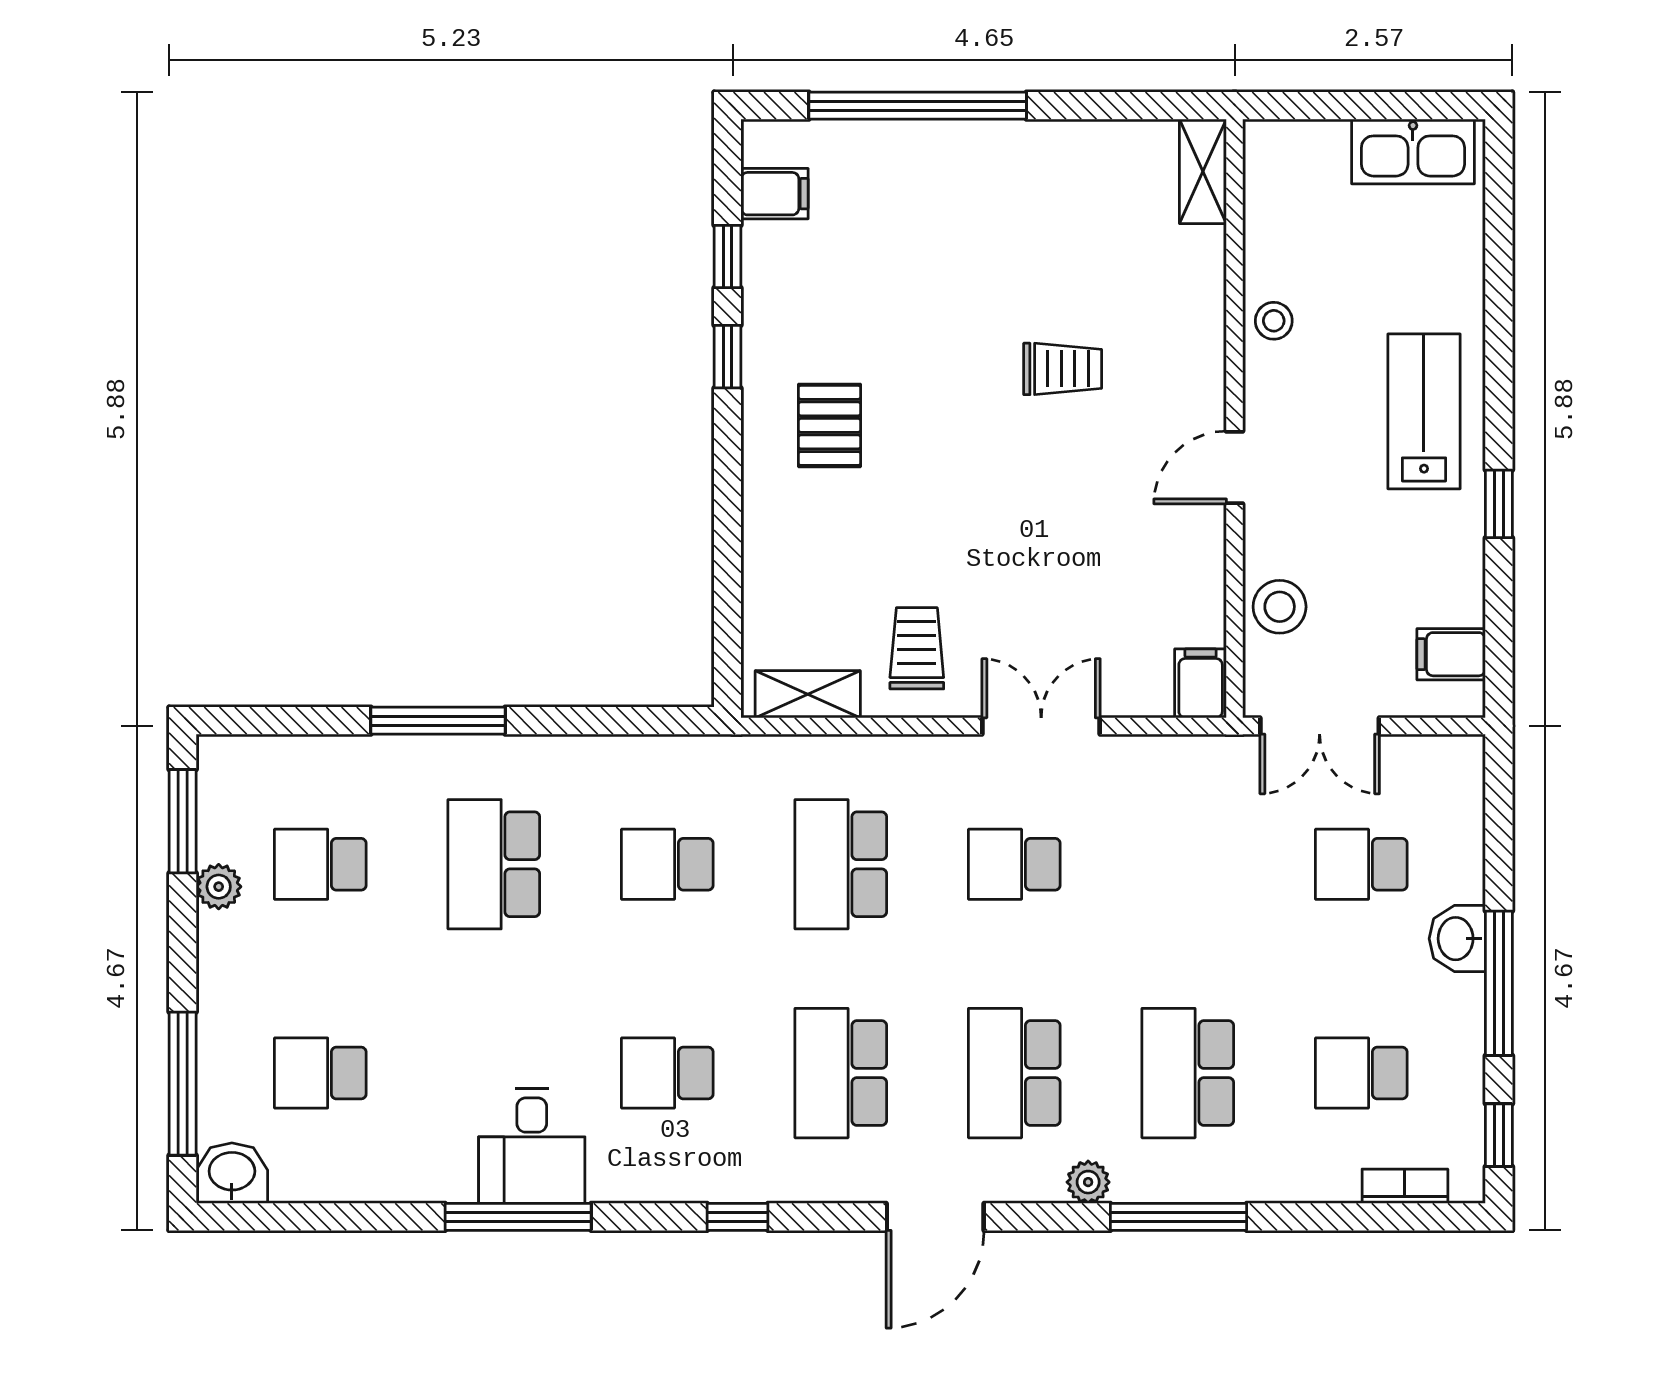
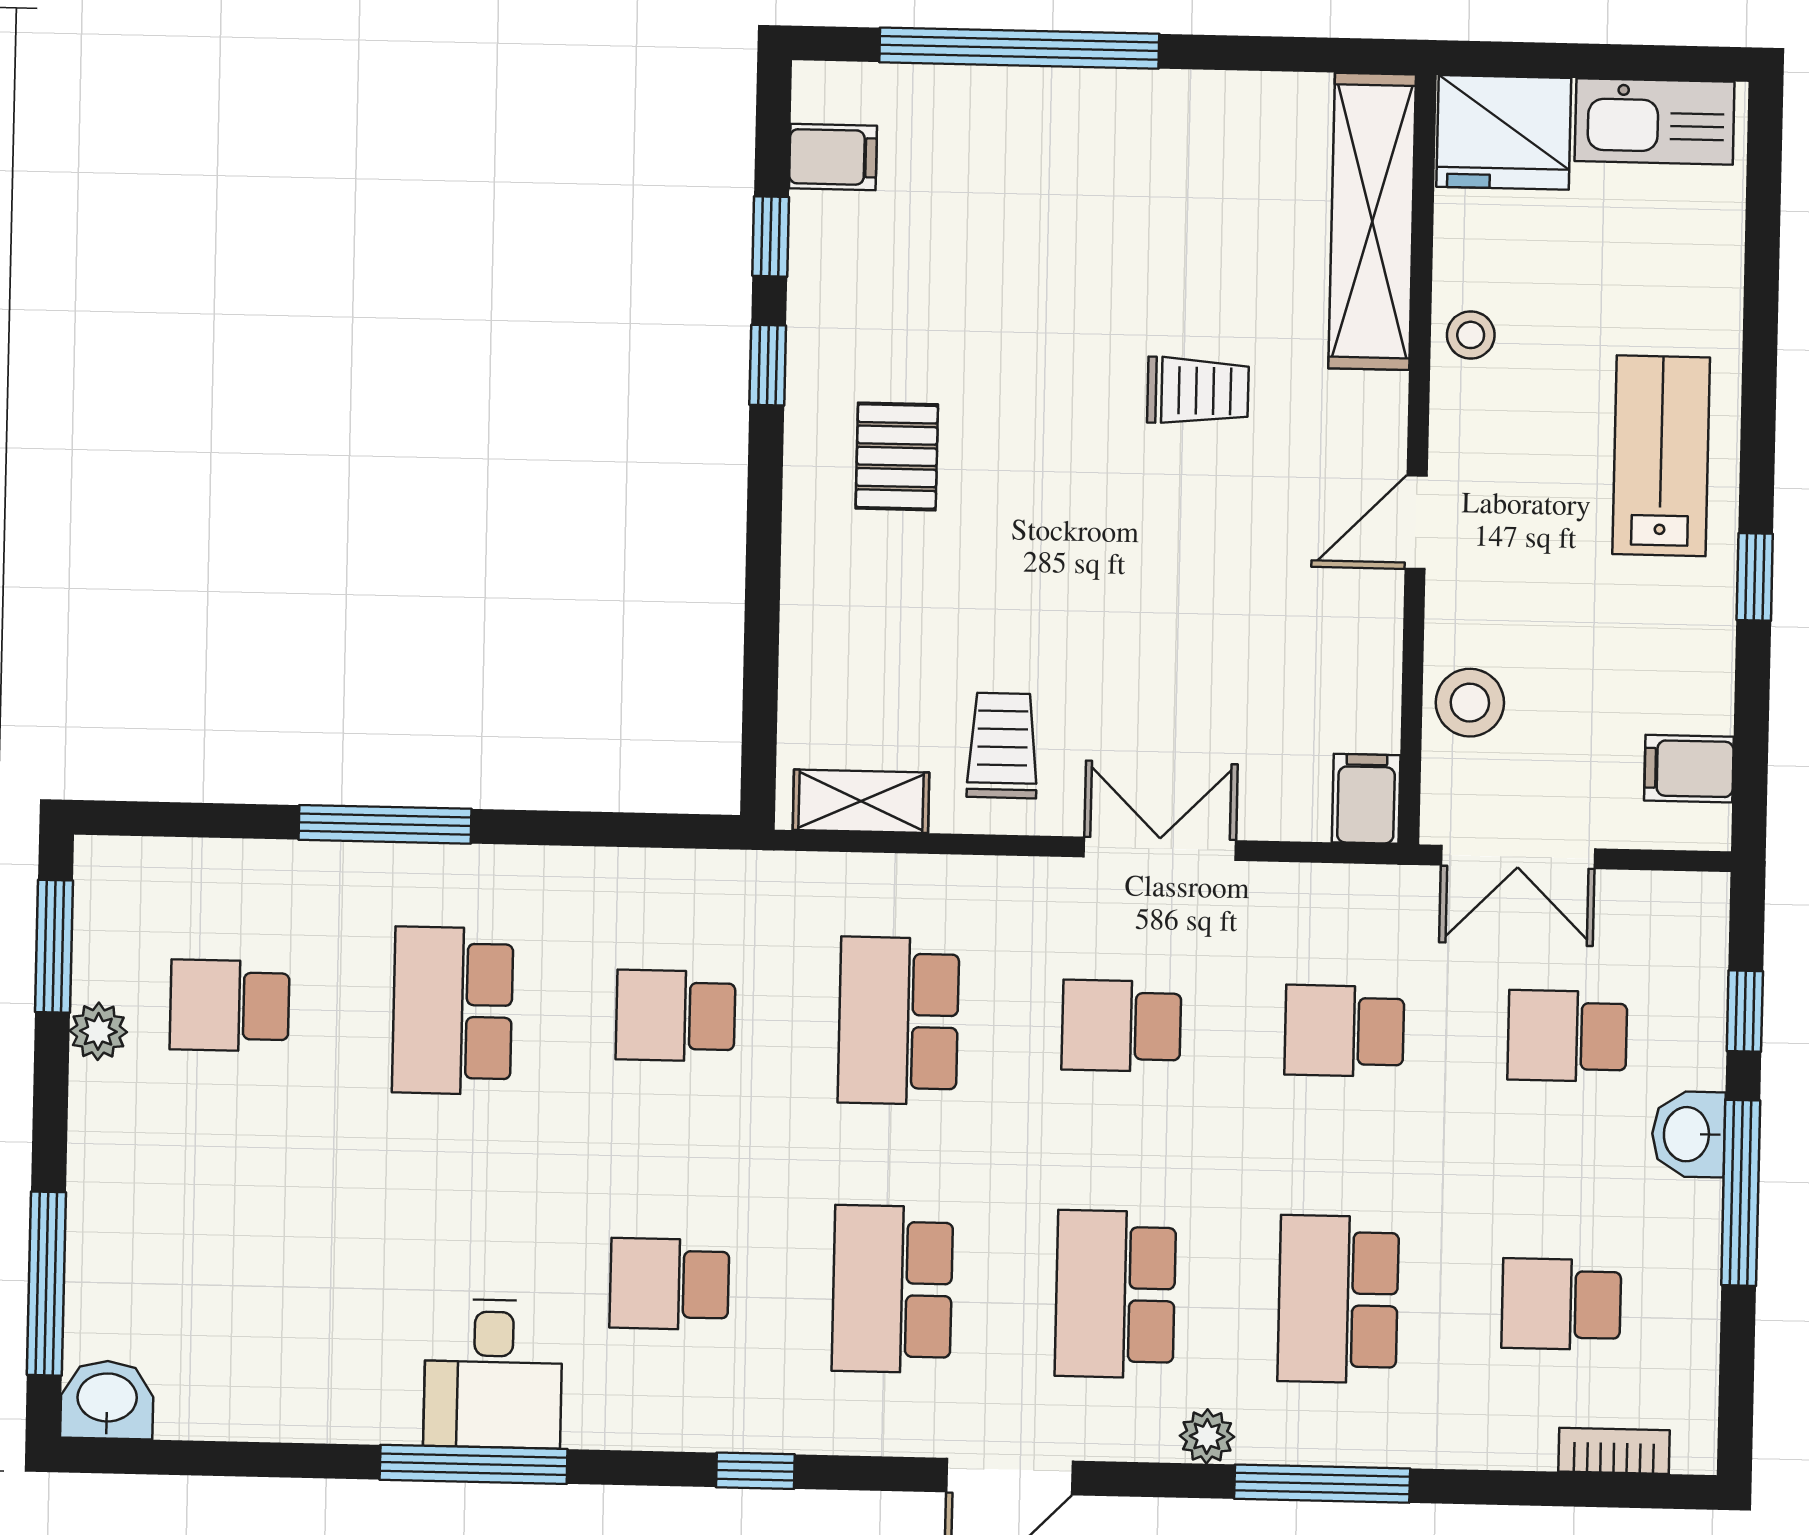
fridge: (1296, 163) -> (1504, 132), added
shelving: (1203, 171) -> (1372, 221), width x2.20, depth x1.33
school desk: (320, 1073) -> (1344, 1031), moved
window: (1499, 1135) -> (1745, 1011), moved

